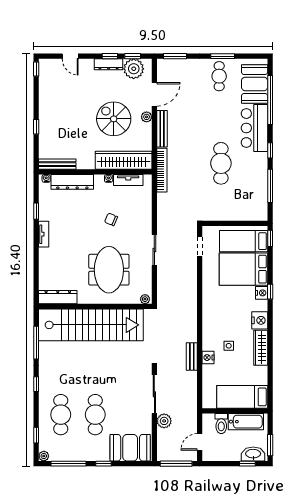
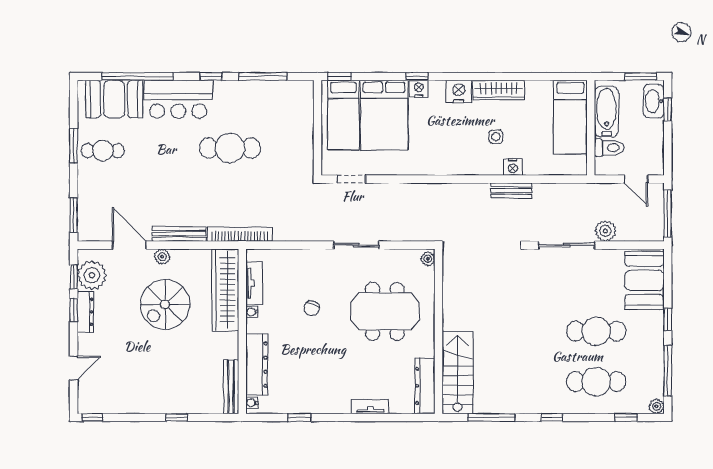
tv unit: (44, 234) -> (370, 407), moved
stairs: (91, 325) -> (458, 373), width x0.54, depth x0.66

